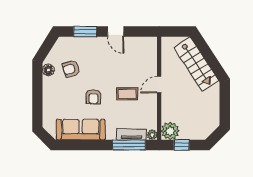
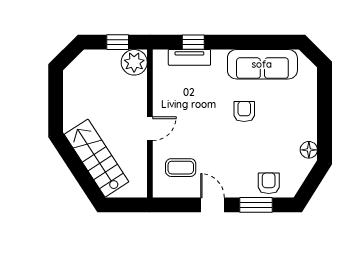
armchair: (71, 69) -> (269, 183), moved, turned -73
coffee table: (127, 94) -> (181, 168), moved
plant: (152, 135) -> (160, 57), removed
window: (129, 145) -> (193, 42), width x0.46

